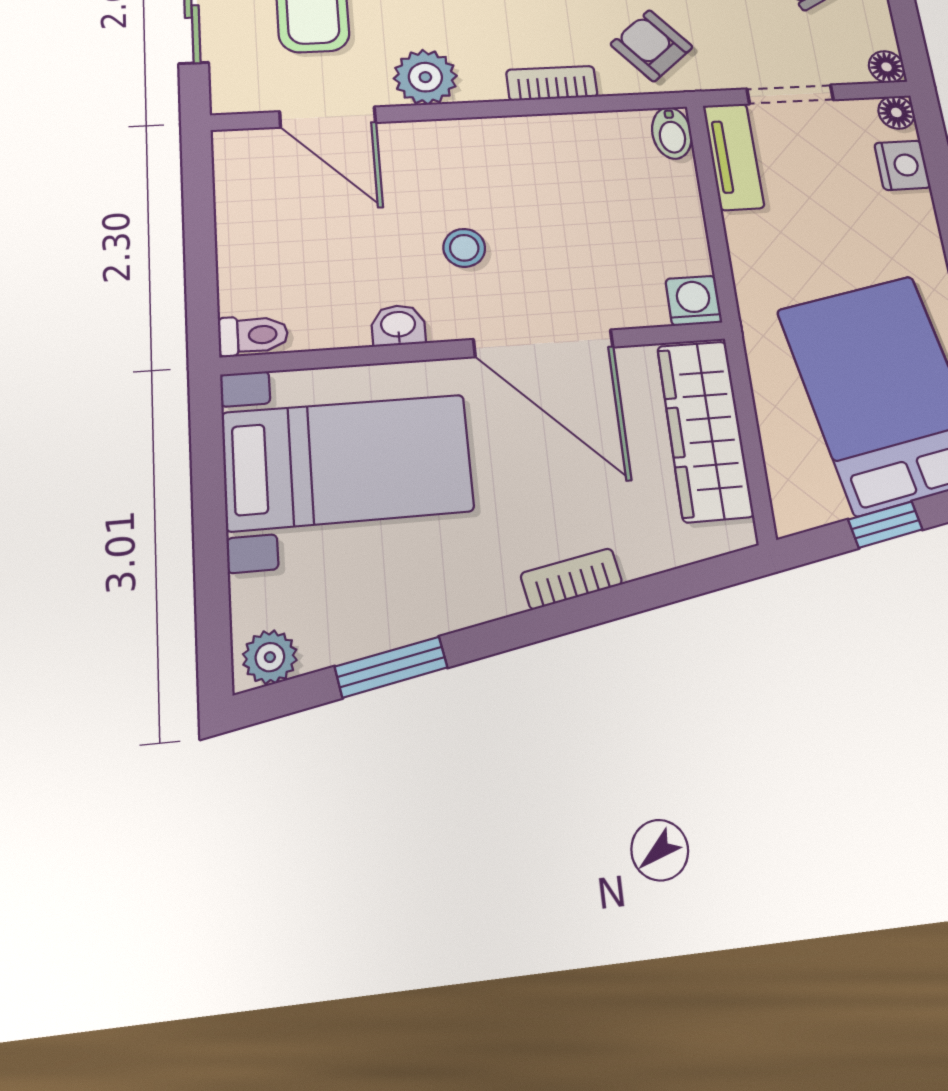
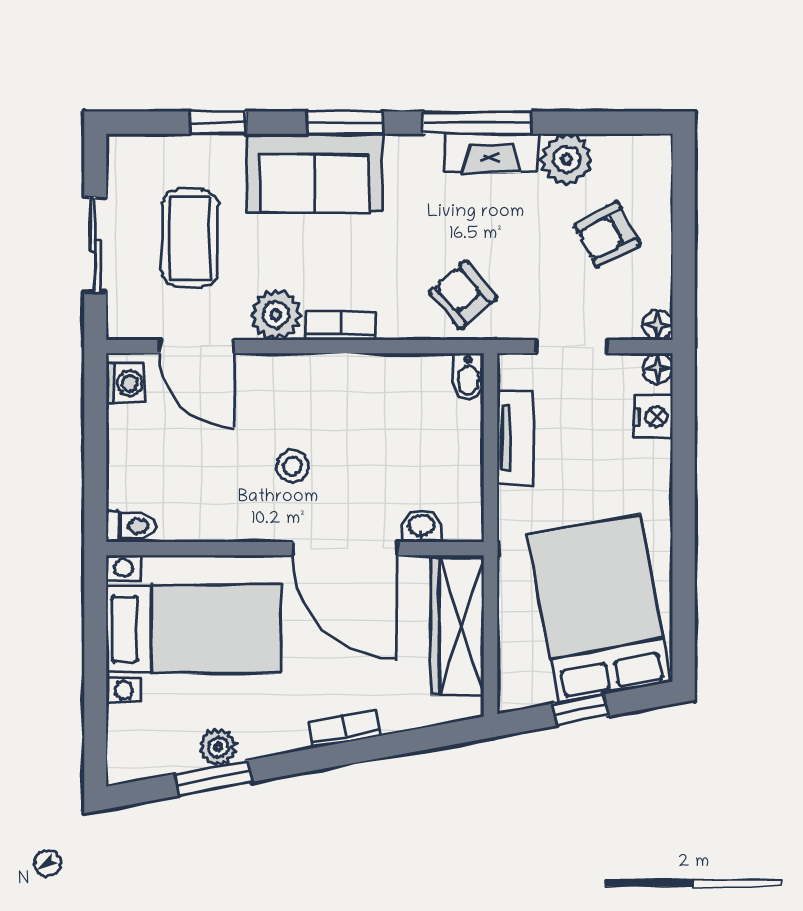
bookcase: (552, 83) -> (340, 326), moved
tv unit: (733, 156) -> (515, 437), moved
washing machine: (694, 301) -> (126, 383), moved, turned 90
washbasin: (398, 325) -> (421, 526), moved
plant: (270, 657) -> (218, 747), moved

